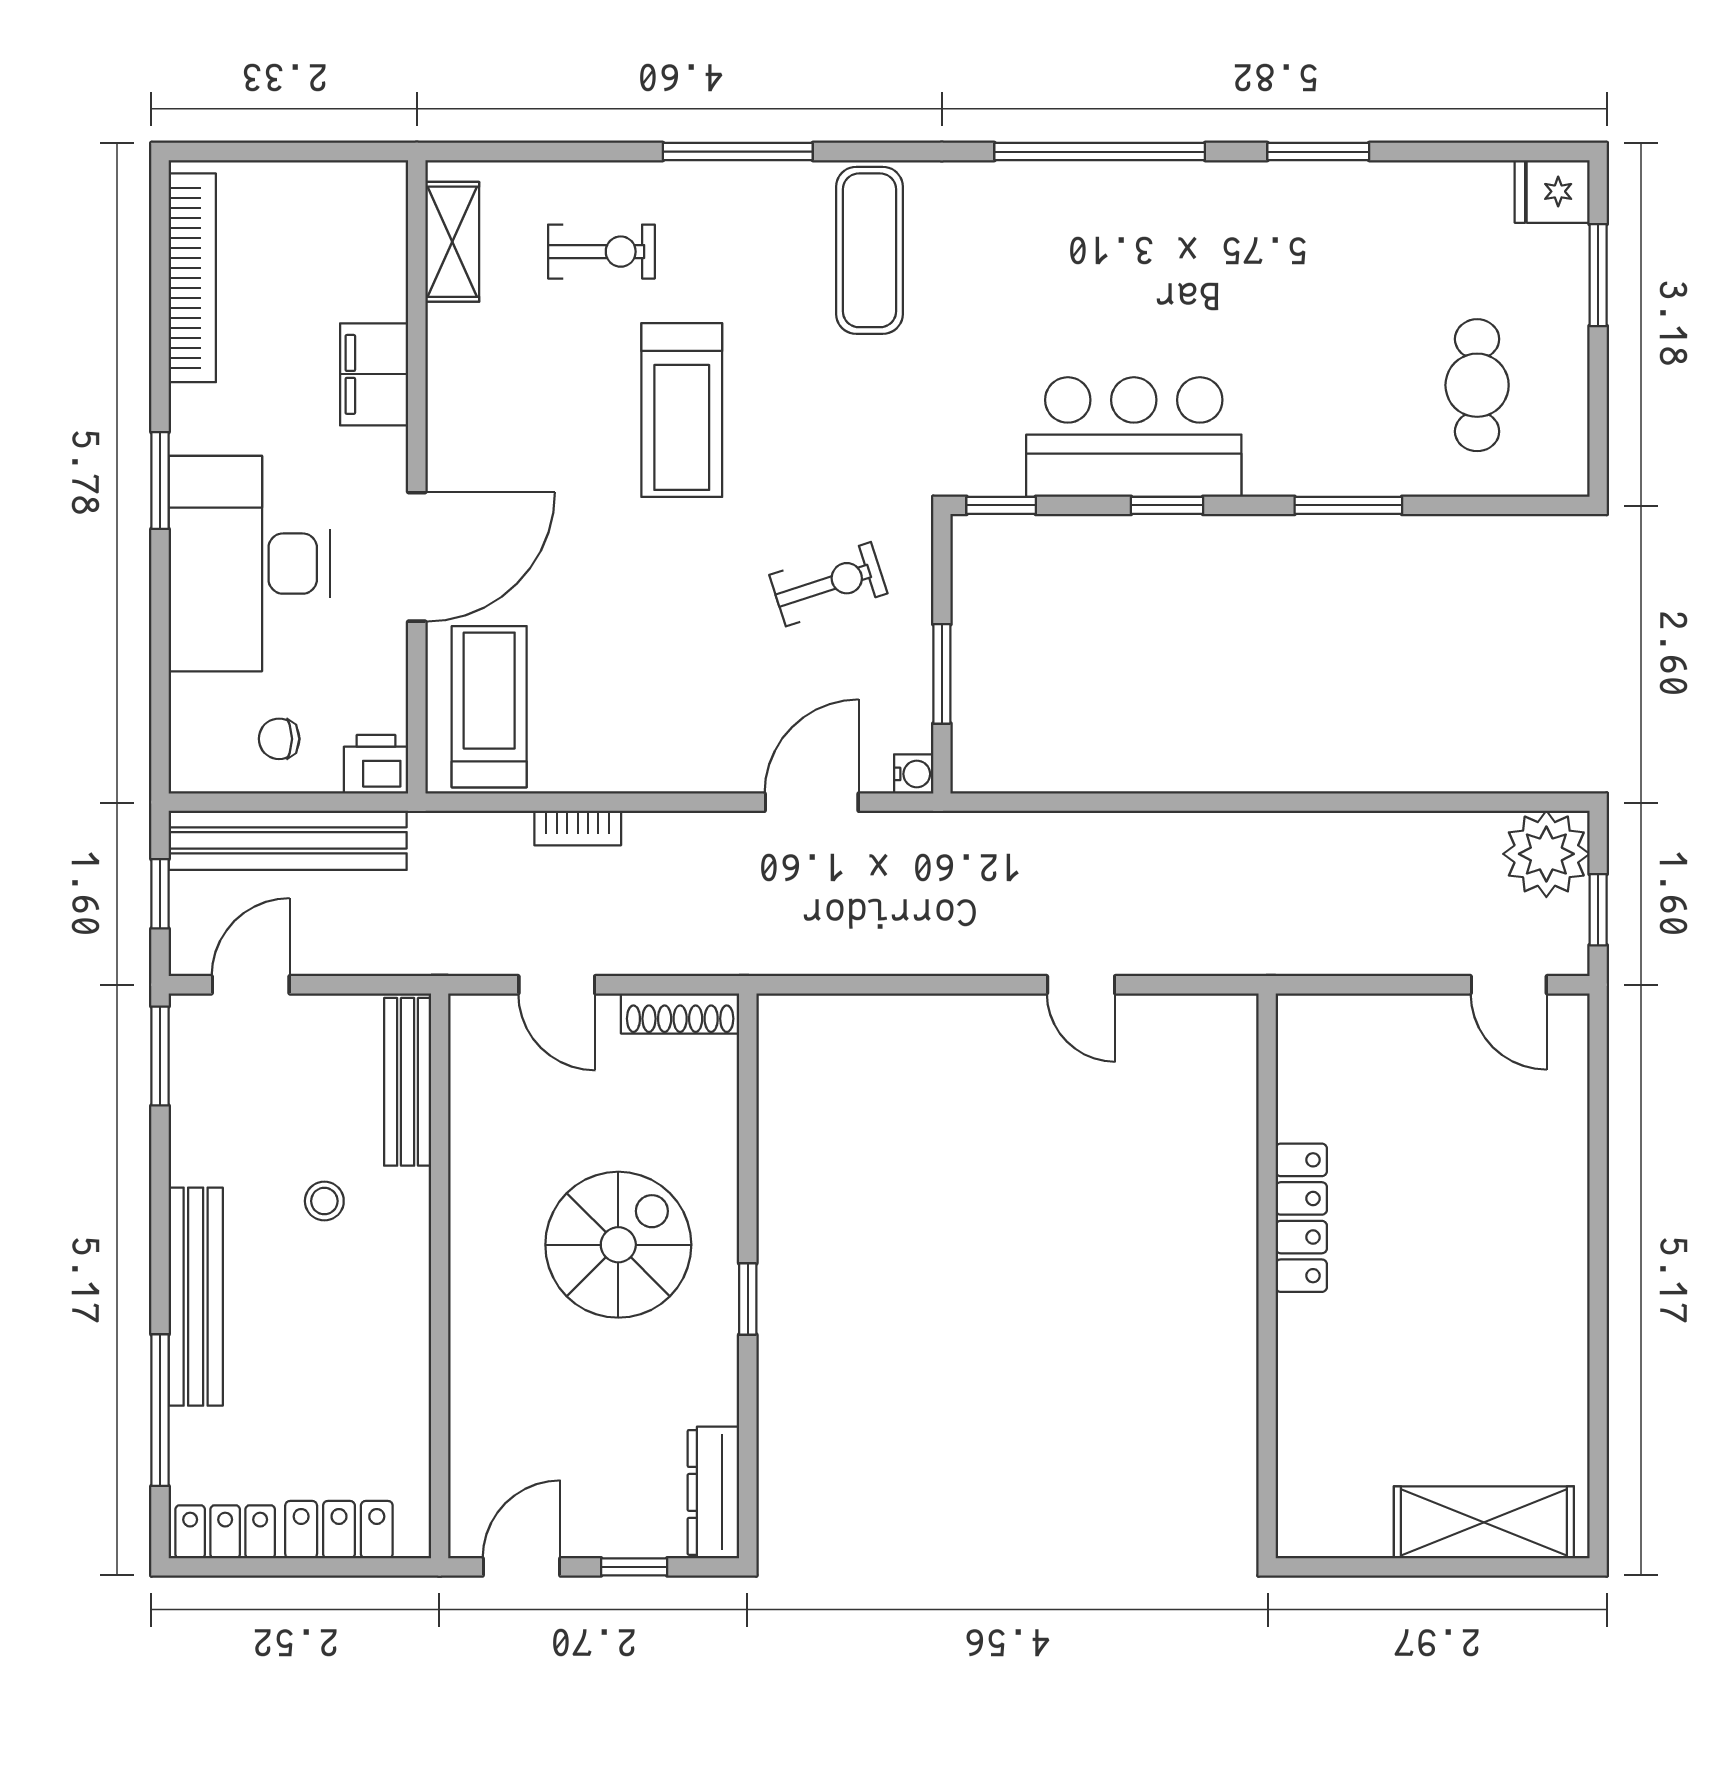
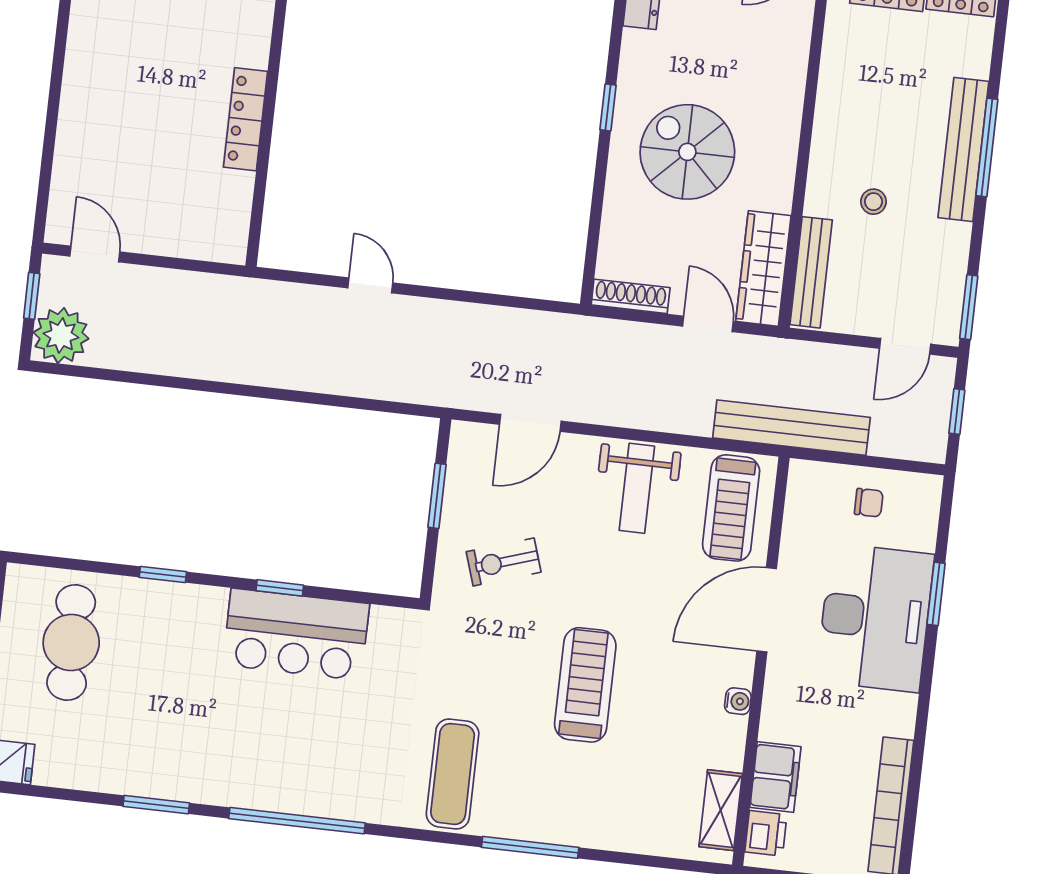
exercise bike: (601, 252) -> (625, 793), removed
filing cabinet: (374, 374) -> (775, 777), moved
cafe table: (1477, 385) -> (71, 642), width x1.37, depth x1.35
window: (160, 481) -> (936, 594), moved
window: (1001, 505) -> (387, 600), removed
window: (1348, 505) -> (163, 575), width x0.67
weight bench: (637, 720) -> (637, 488), added
printer: (376, 764) -> (766, 833), moved, turned -90
water cooler: (914, 774) -> (738, 701), moved, turned 180
bookcase: (578, 828) -> (683, 423), removed
bench: (288, 840) -> (791, 428), moved
wardrobe: (481, 1079) -> (763, 269), added
spiral stairs: (618, 1245) -> (687, 152), turned 90
window: (160, 1410) -> (987, 148), moved

